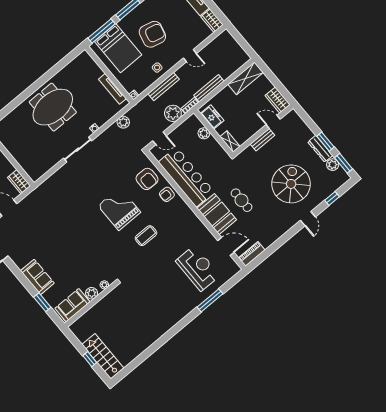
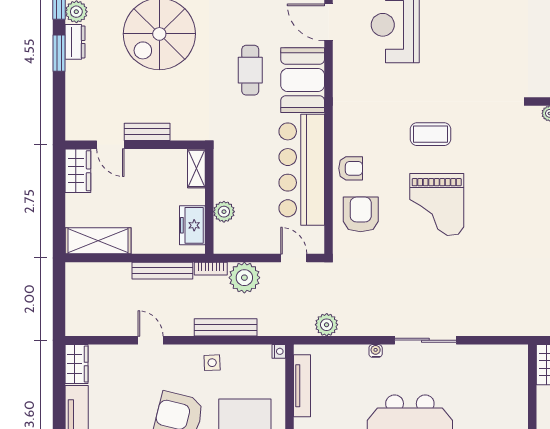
dresser: (320, 149) -> (75, 42), width x0.70

